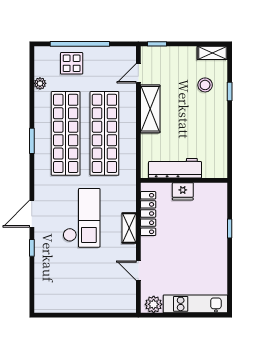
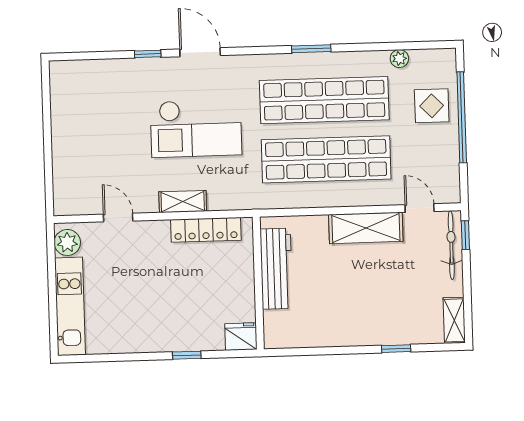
bicycle: (163, 53) -> (451, 245), added
stool: (205, 85) -> (405, 311), removed
fridge: (183, 191) -> (241, 337), moved, turned 90
door: (138, 271) -> (118, 218), hinge flipped

